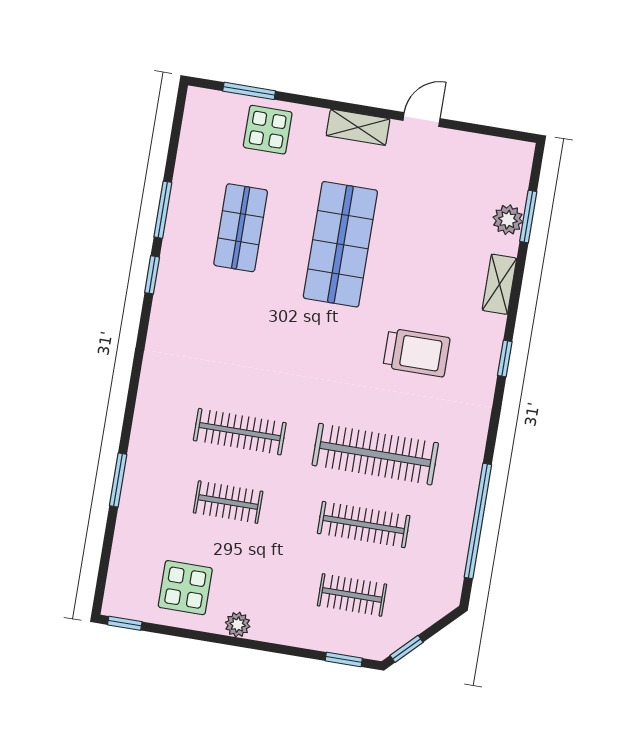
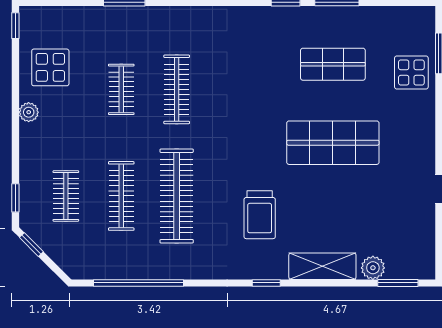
shelving: (358, 127) -> (425, 141), removed
window: (528, 216) -> (398, 283), moved
shelving: (499, 284) -> (322, 266), width x1.50, depth x1.33

